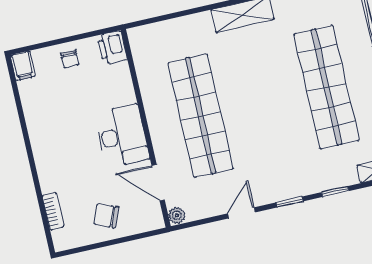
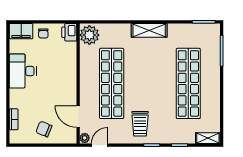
plant: (146, 45) -> (89, 35), added
filing cabinet: (23, 66) -> (21, 31), width x2.00
desk: (122, 136) -> (23, 71), moved, turned 180
trolley: (262, 171) -> (140, 124), added
door: (241, 213) -> (100, 145), moved

